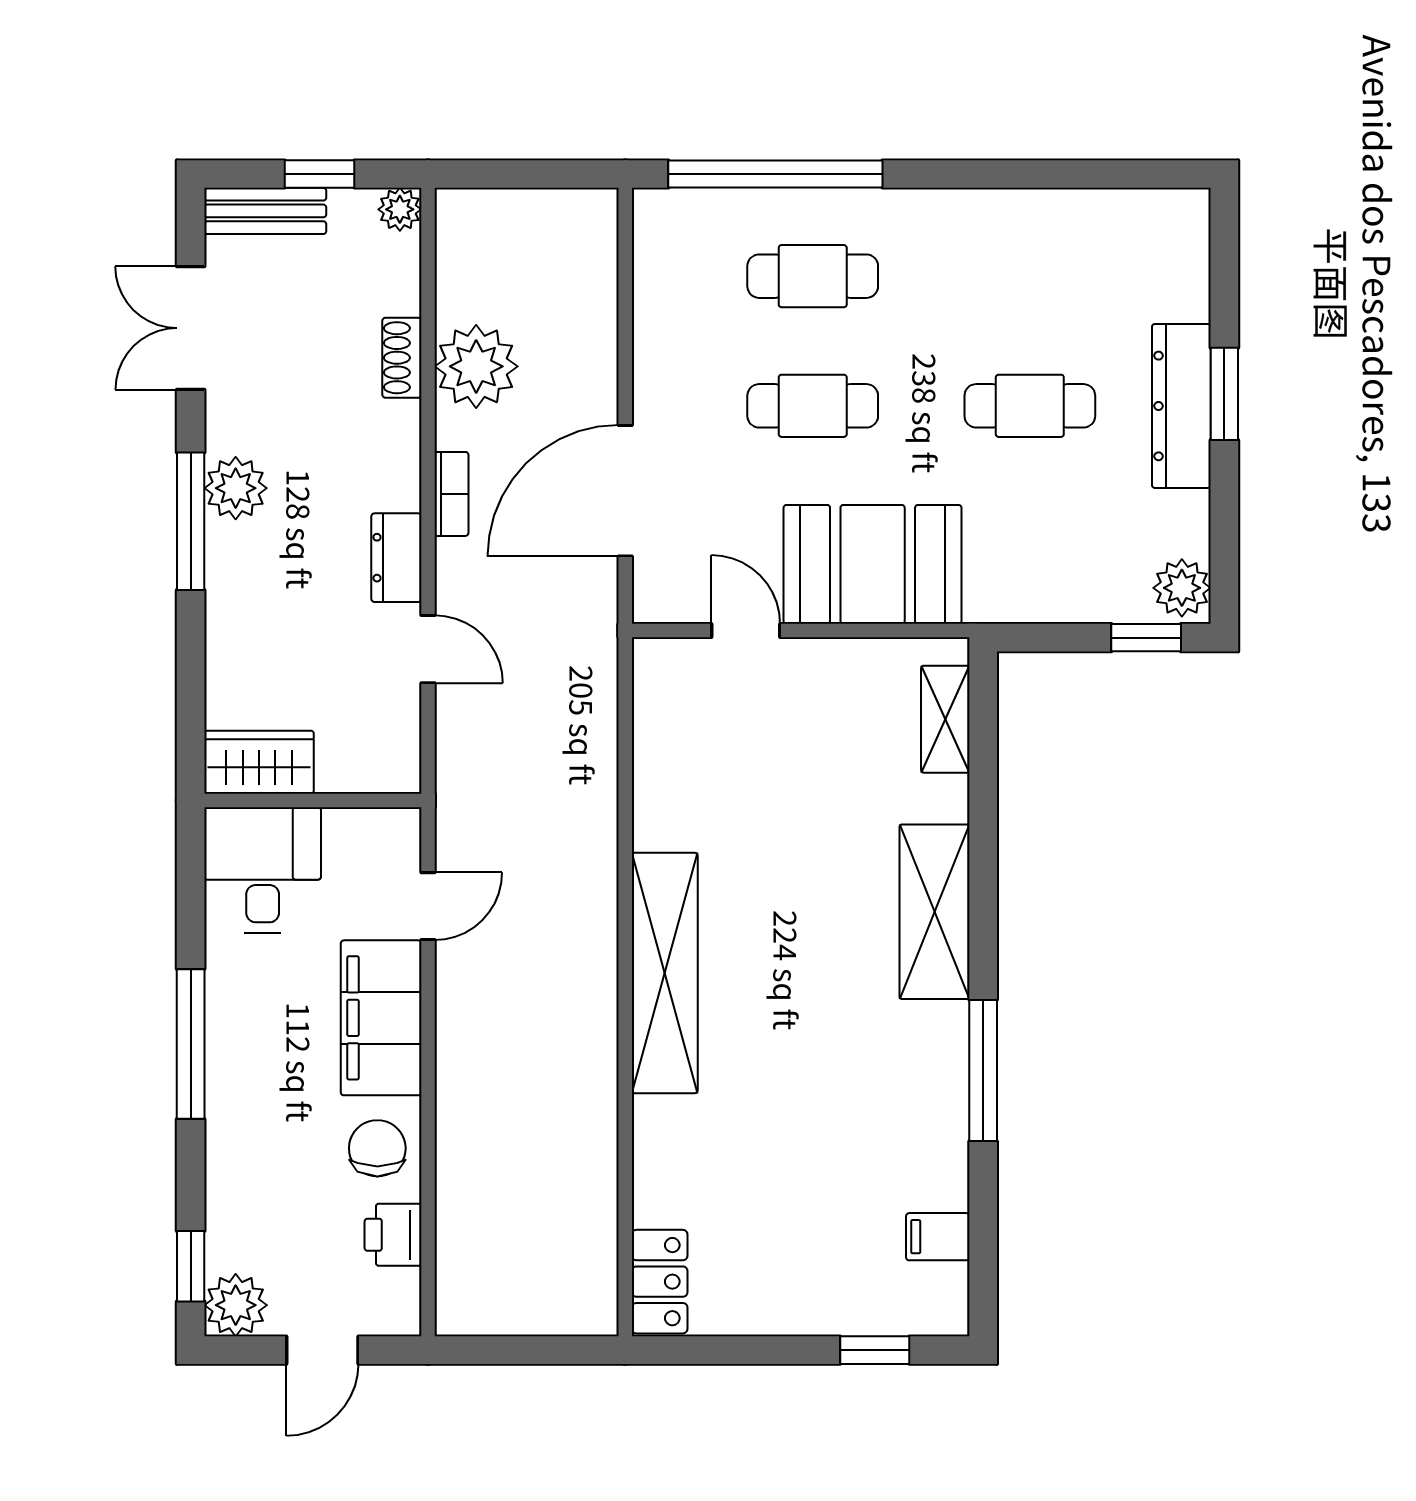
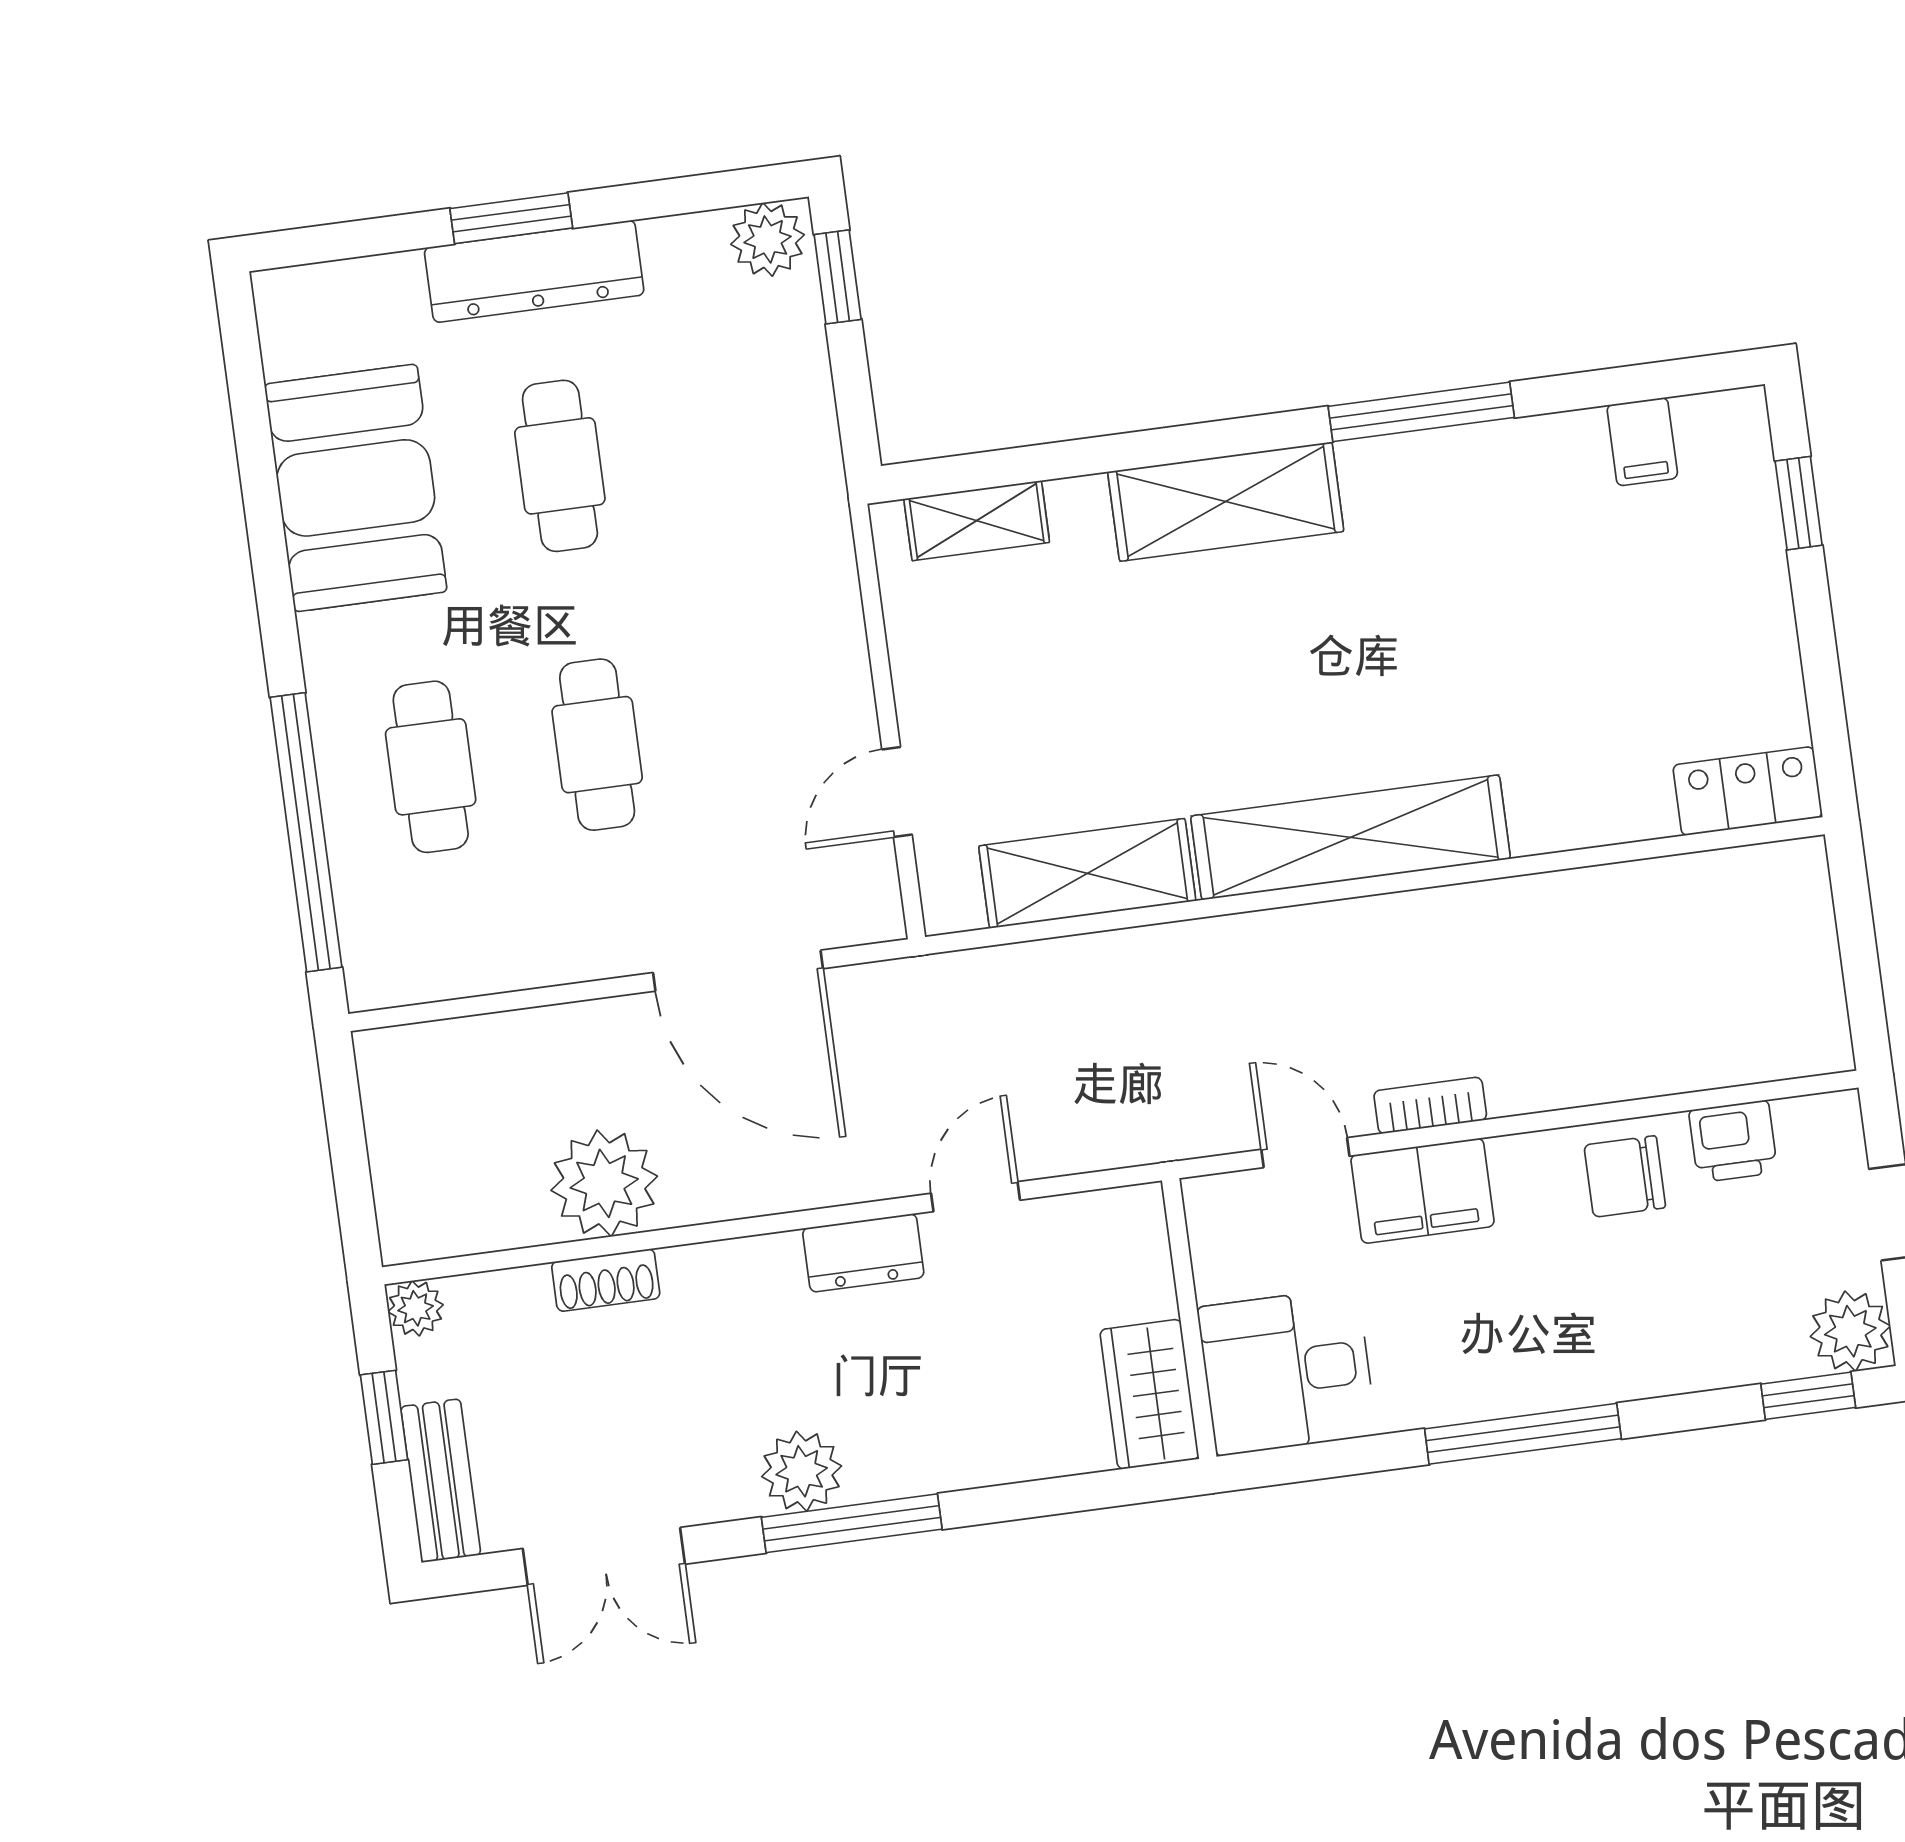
bookcase: (451, 494) -> (1430, 1105), moved
booth: (873, 564) -> (356, 488), moved
shelving: (664, 768) -> (1087, 873), added
filing cabinet: (381, 1018) -> (1422, 1191), width x0.67, depth x0.86

